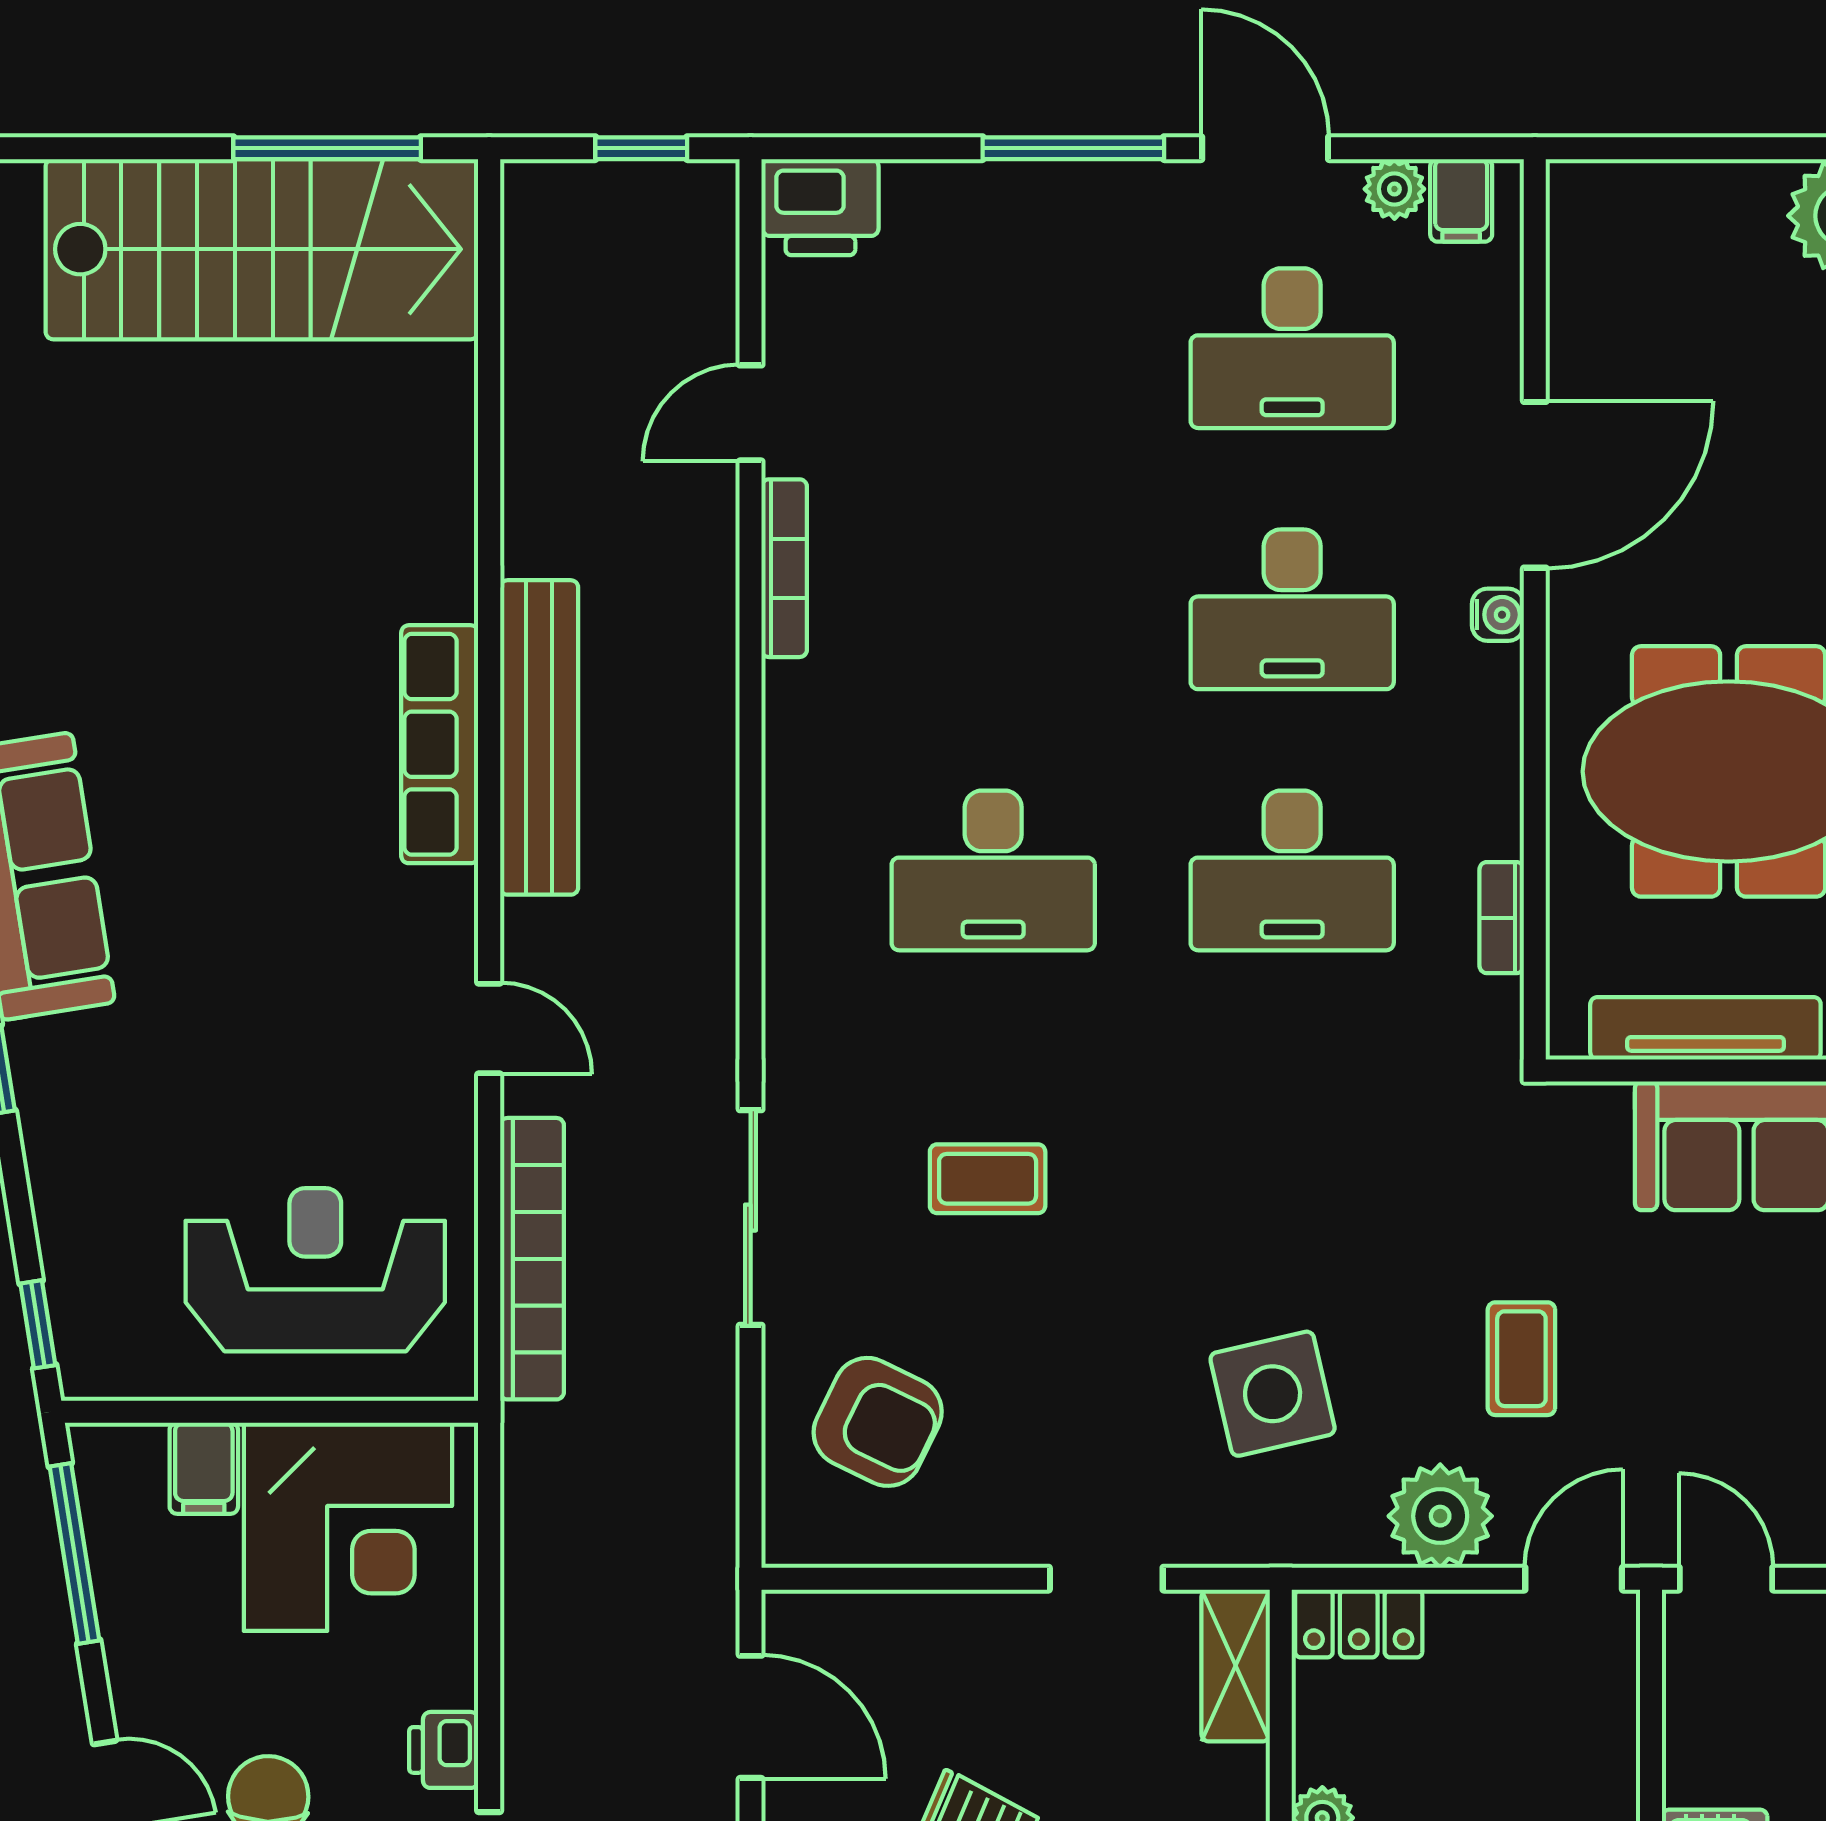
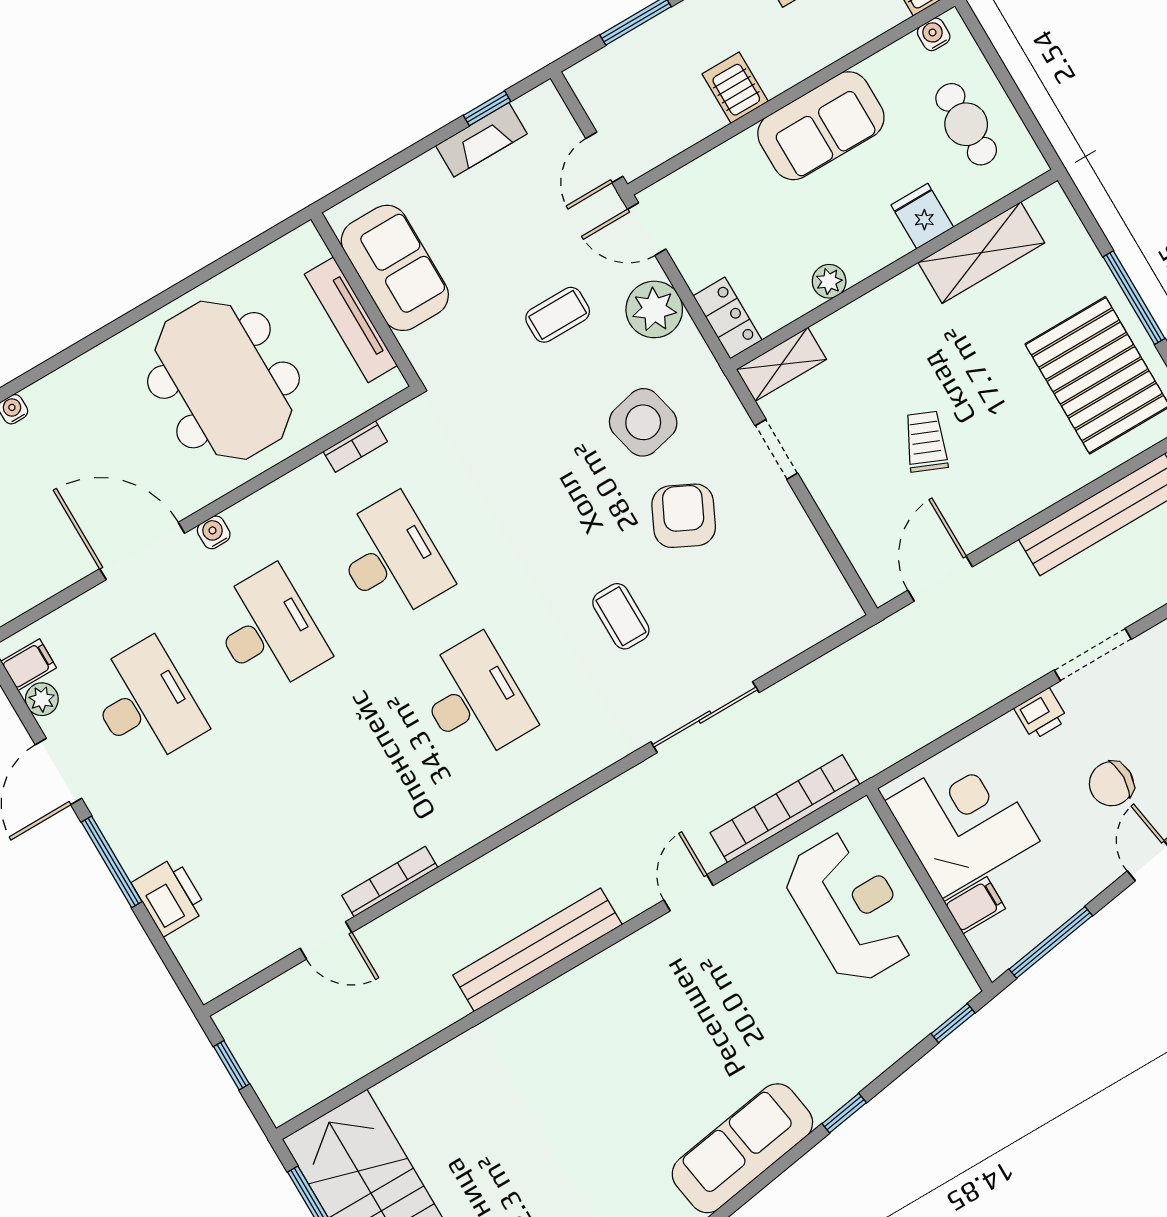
printer: (820, 207) -> (170, 897), moved
row of seats: (440, 744) -> (568, 995), removed
reception desk: (315, 1270) -> (850, 908), turned 180
armchair: (878, 1422) -> (684, 516), moved

